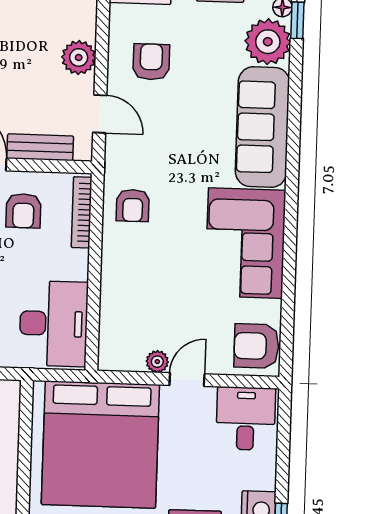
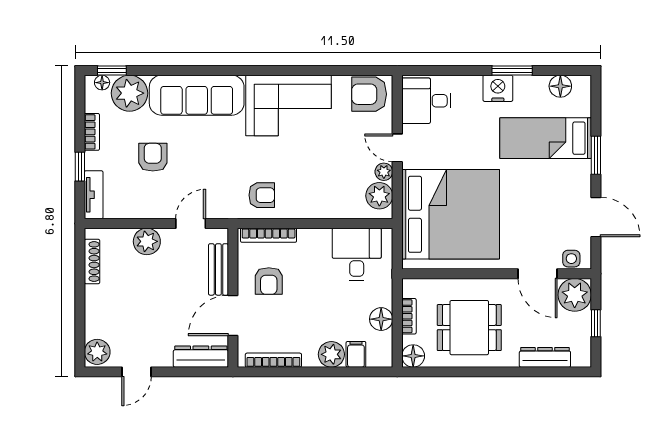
armchair: (151, 62) -> (153, 157), moved, turned 90
armchair: (23, 211) -> (269, 281), turned 90
desk: (54, 324) -> (357, 254), width x0.73
armchair: (256, 346) -> (369, 94), turned 90
plant: (127, 355) -> (379, 196), added

